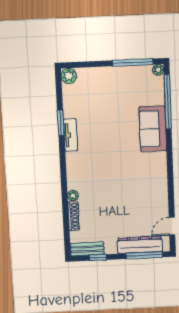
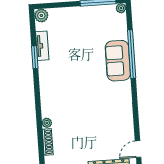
window: (168, 102) -> (132, 54), moved
tv unit: (71, 135) -> (42, 46), moved

